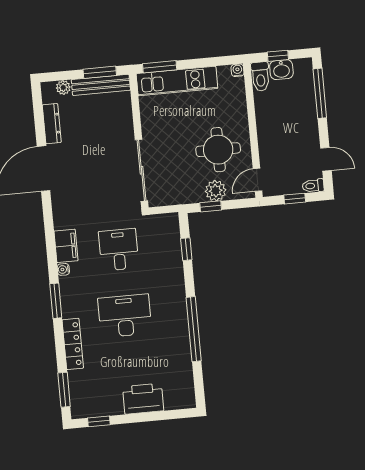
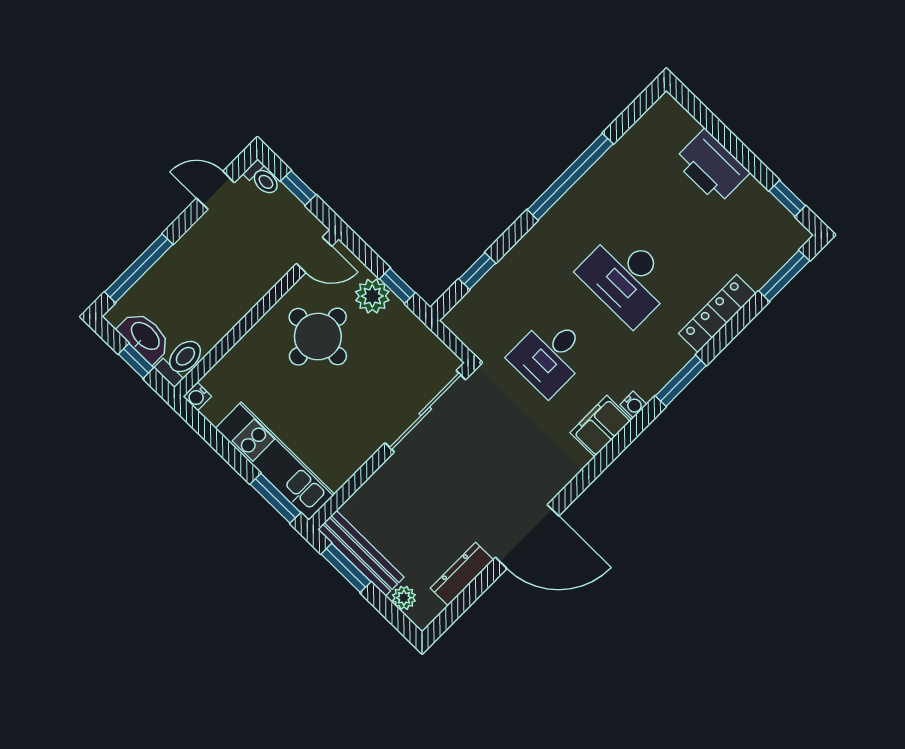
washbasin: (281, 70) -> (145, 337), width x1.38
door: (326, 159) -> (215, 190), hinge flipped

